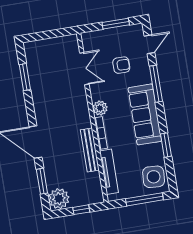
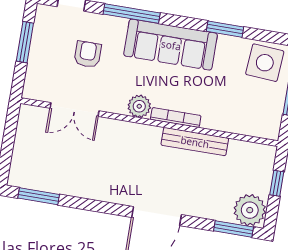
double door: (84, 69) -> (74, 110), swing flipped
window: (25, 77) -> (39, 196), moved
tv unit: (109, 172) -> (236, 125), removed
window: (42, 181) -> (234, 229), moved

